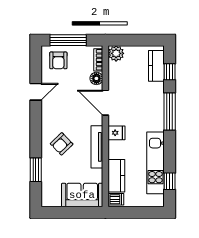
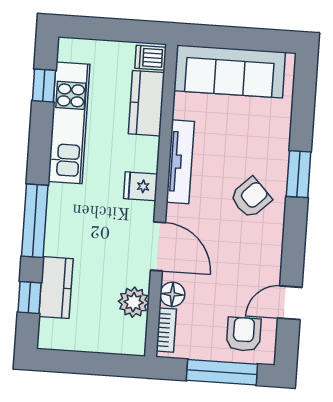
plant: (116, 53) -> (134, 302), moved
kitchen counter: (156, 66) -> (56, 288), moved
door: (36, 92) -> (290, 303), moved
armchair: (62, 144) -> (251, 198), moved
window: (36, 170) -> (299, 174), moved
sofa: (82, 195) -> (230, 71), width x1.36

